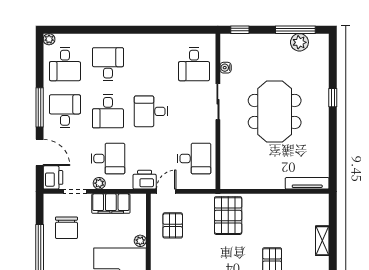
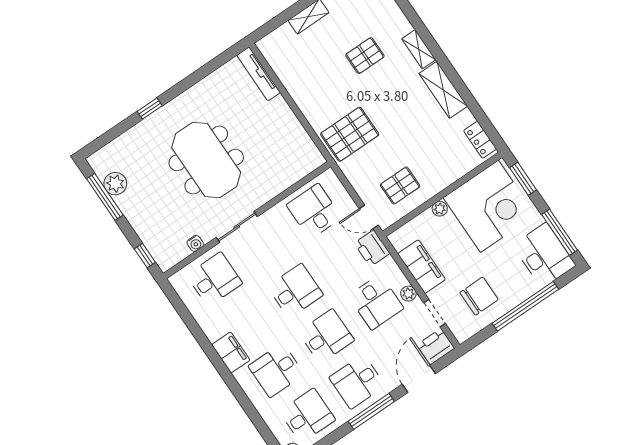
filing cabinet: (140, 43) -> (231, 352), added
desk: (151, 111) -> (295, 291), turned -90
meeting table: (275, 111) -> (206, 160), turned 90
desk: (108, 159) -> (376, 302), turned 180

